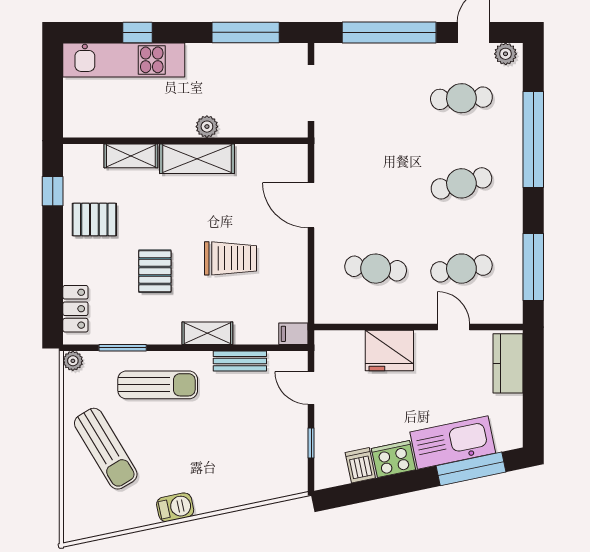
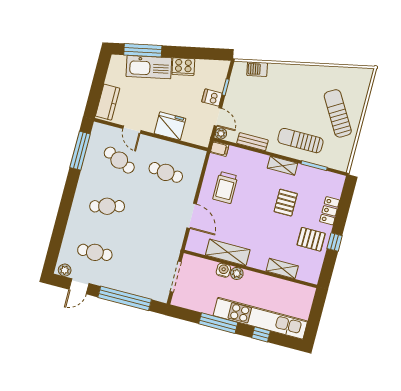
window: (246, 32) -> (218, 323), moved
kitchen unit: (124, 60) -> (260, 318), width x1.36
water cooler: (232, 126) -> (223, 270), added
window: (533, 139) -> (62, 220), removed
shelving: (197, 159) -> (228, 252), moved
window: (53, 191) -> (335, 242), moved
trolley: (231, 258) -> (225, 187), moved, turned -90
cafe table: (461, 269) -> (119, 160), turned 33
locker: (75, 309) -> (330, 211), moved
shelving: (207, 333) -> (282, 166), moved
plant: (73, 361) -> (221, 134), moved
dishwasher: (360, 465) -> (212, 98), moved, turned 102
barbecue: (175, 507) -> (257, 69), moved

